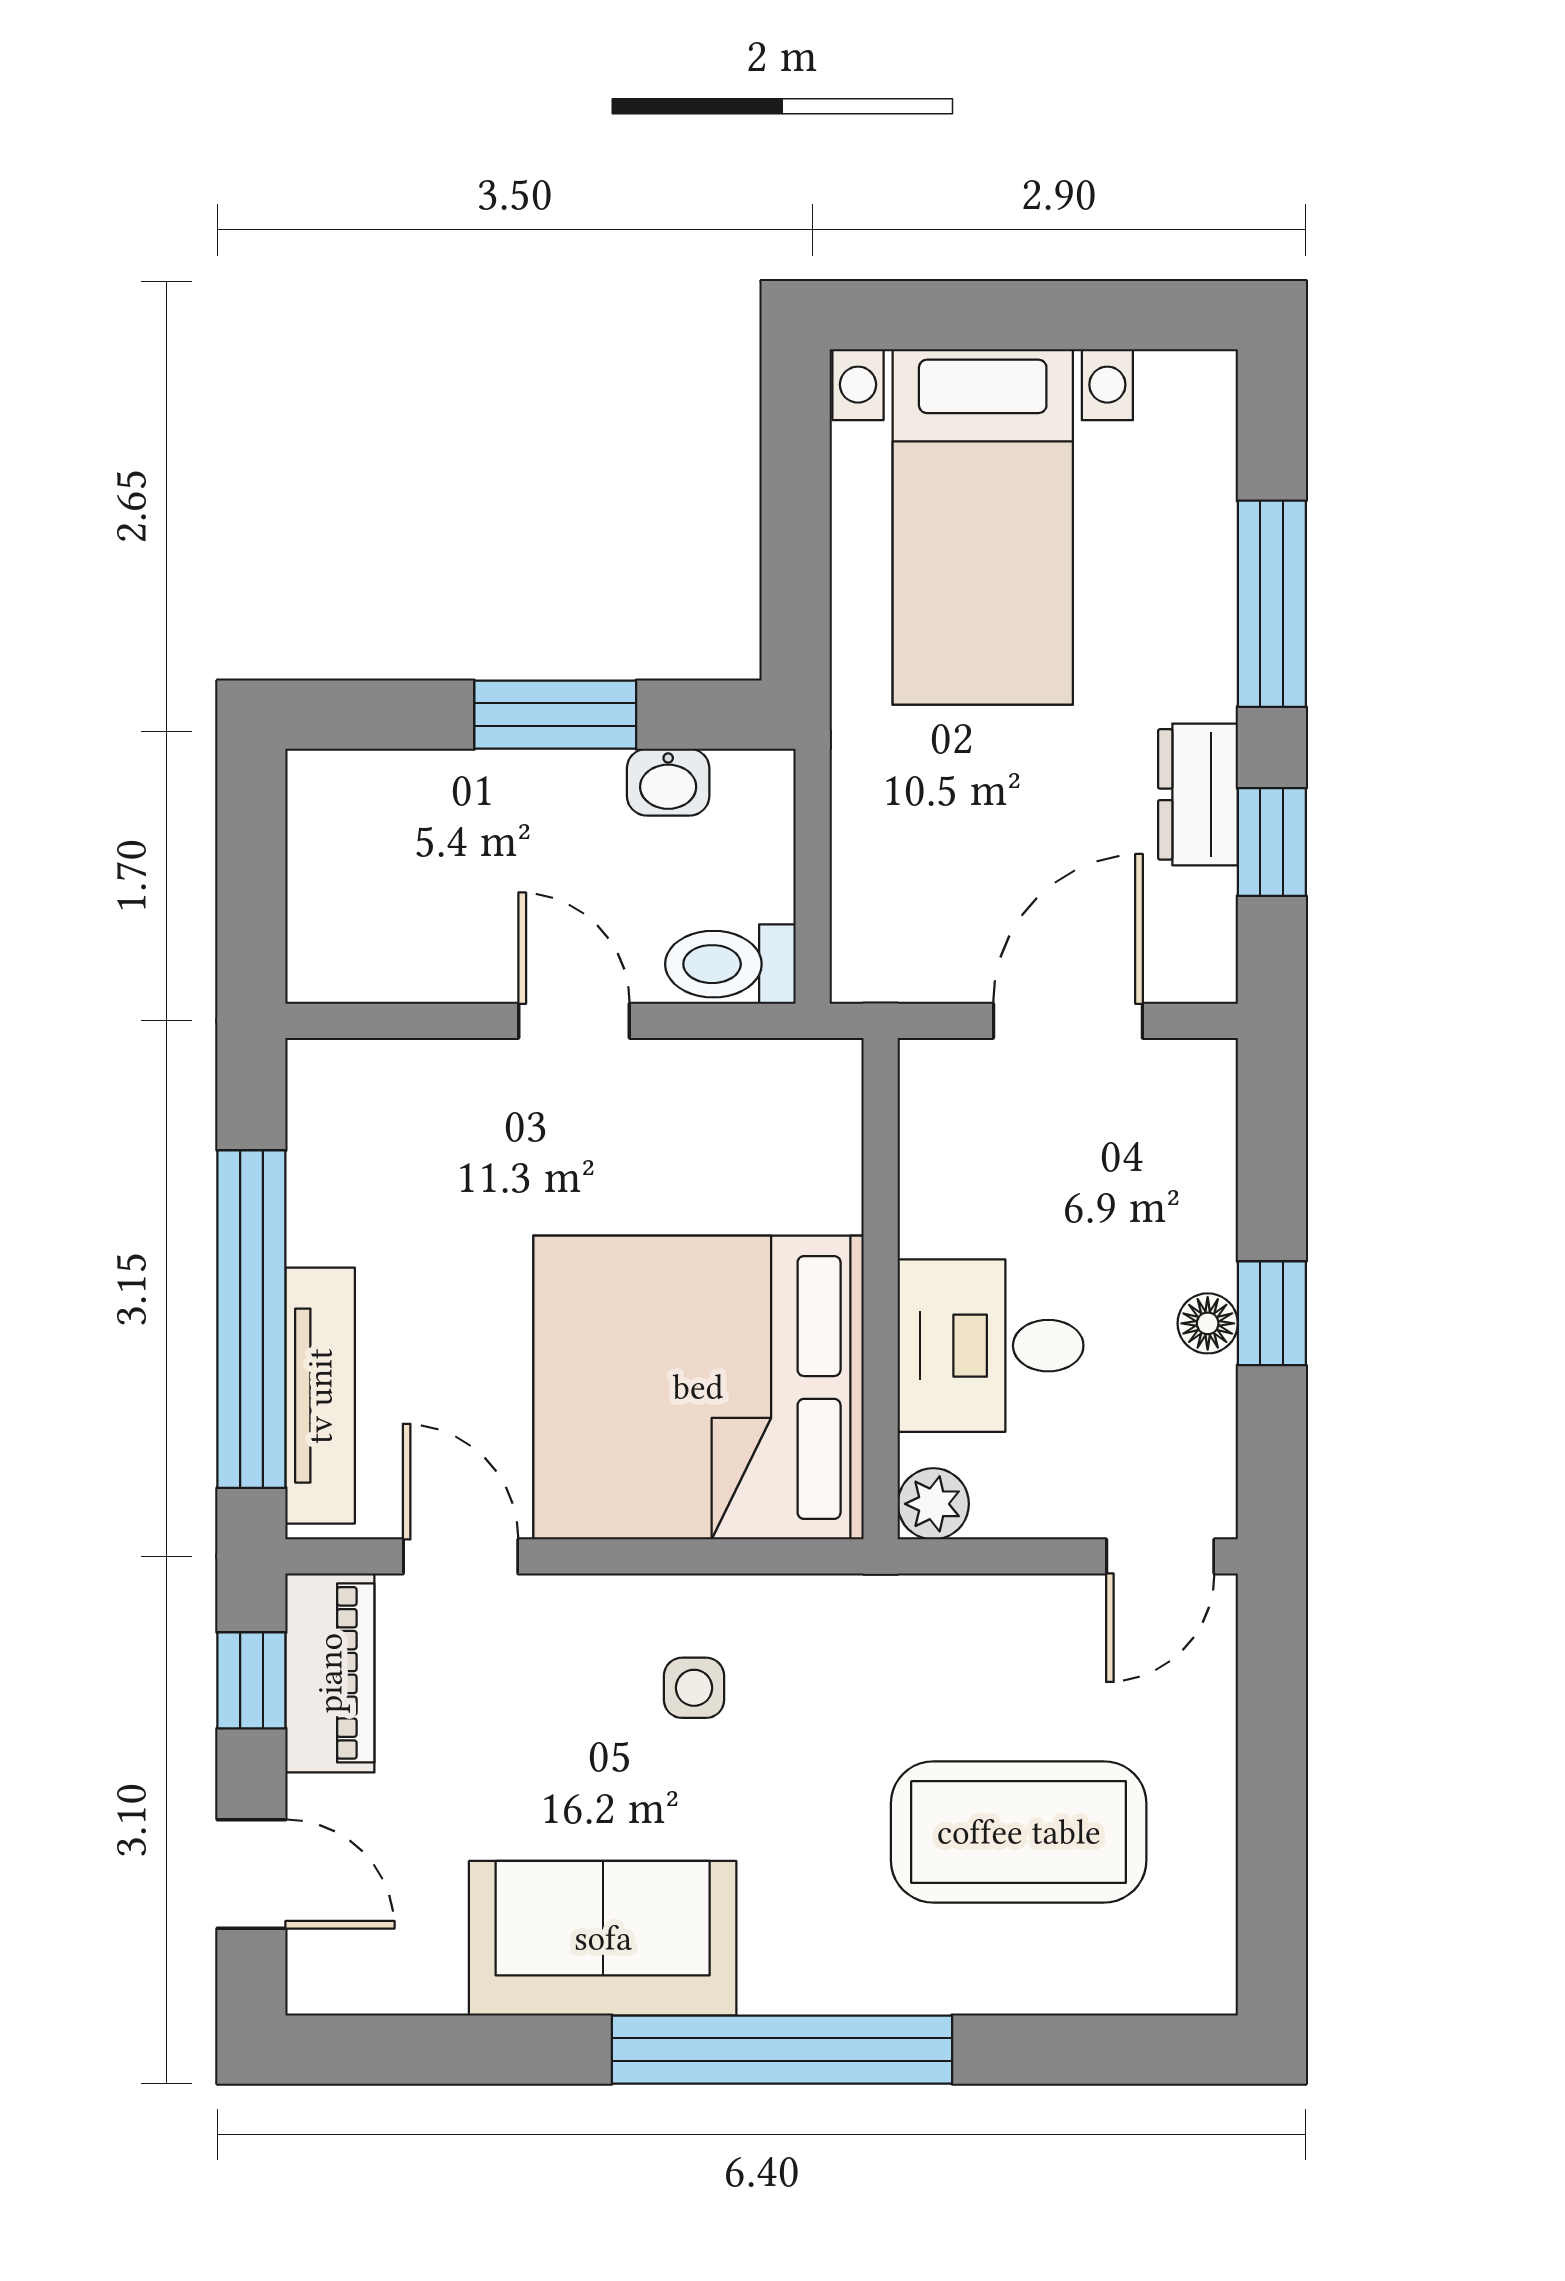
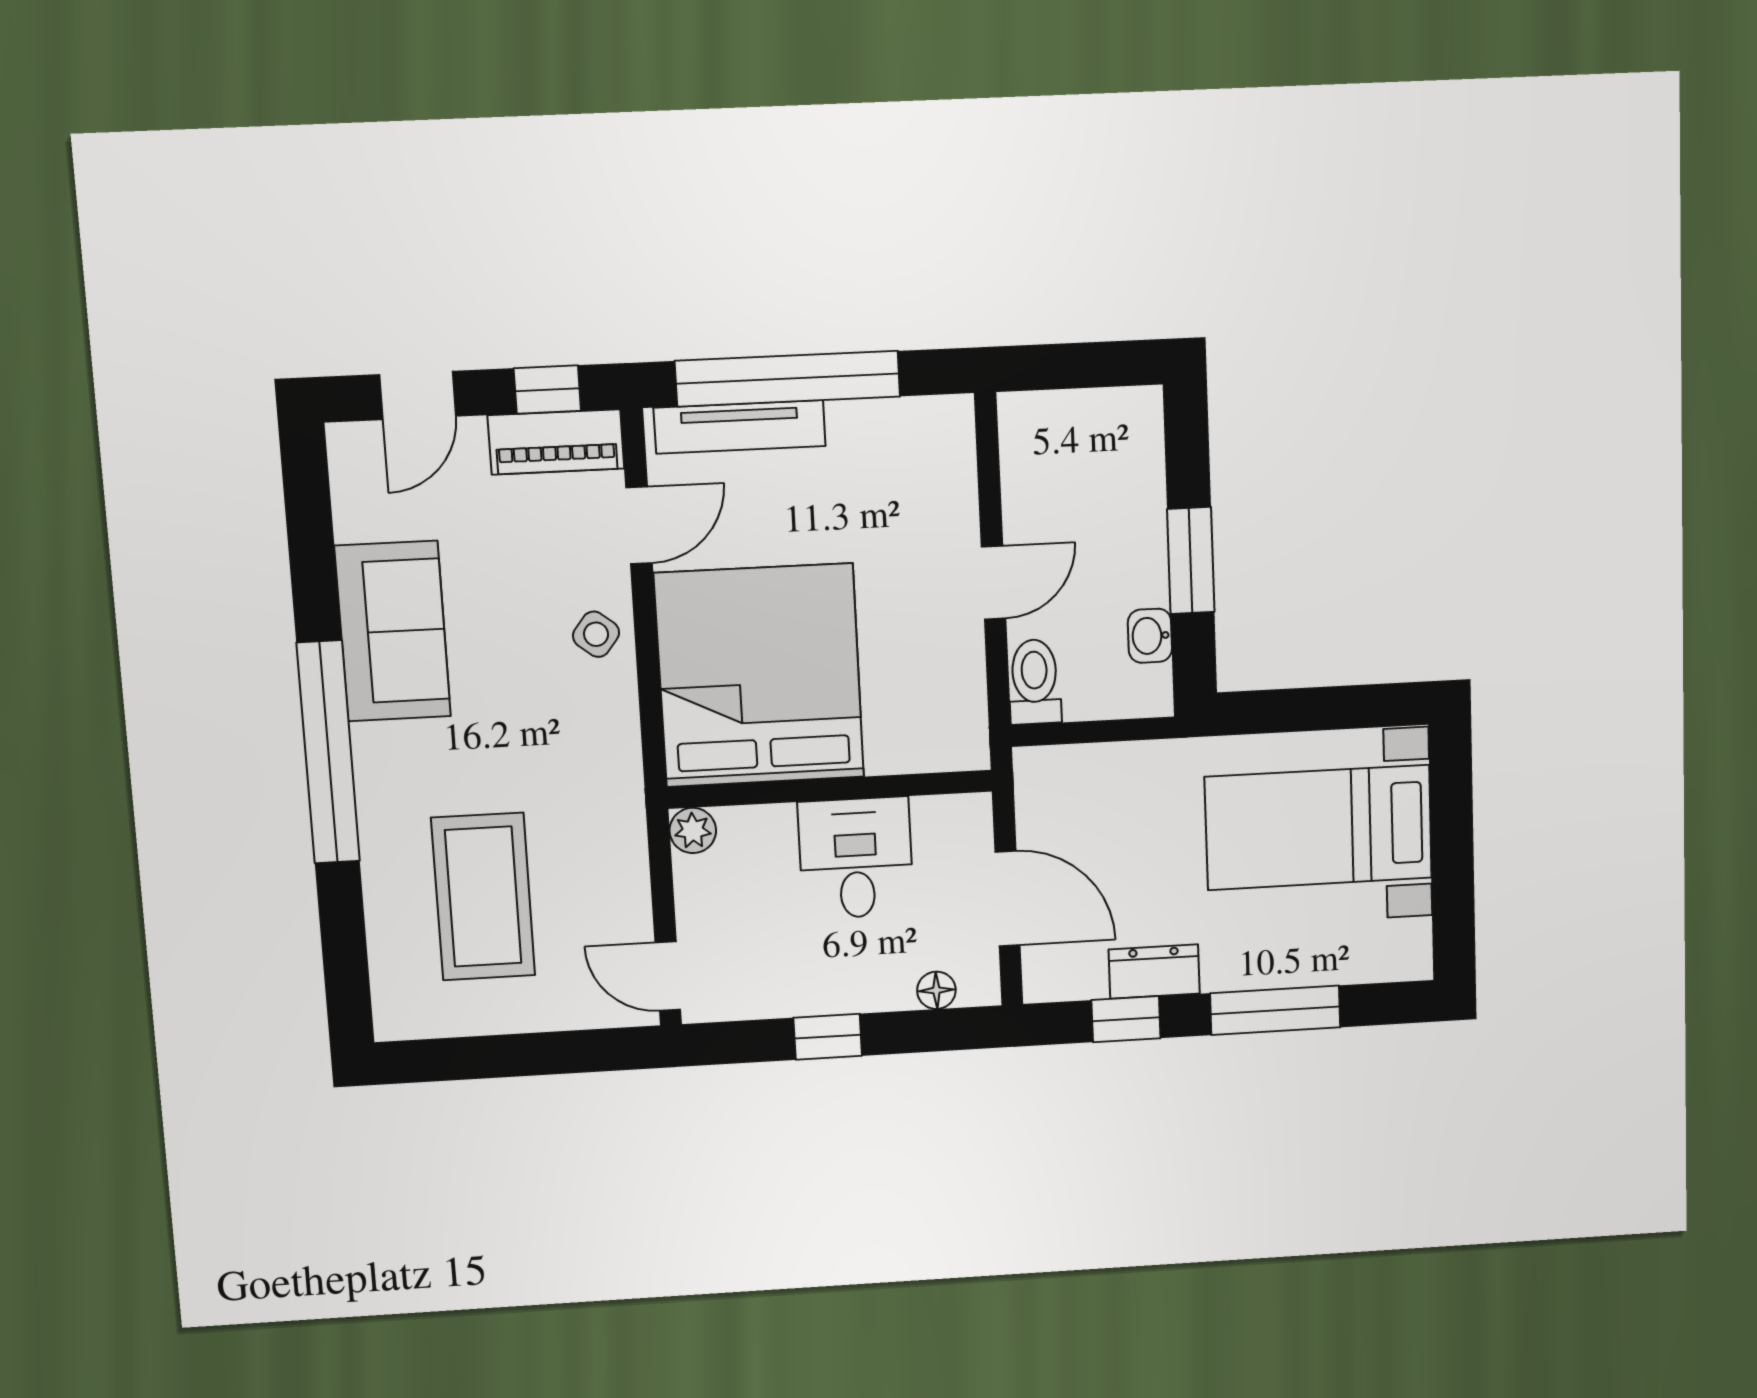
floor lamp: (1208, 1323) -> (936, 990), moved
desk: (991, 1346) -> (856, 858), moved
side table: (694, 1688) -> (596, 634), moved, turned 38

